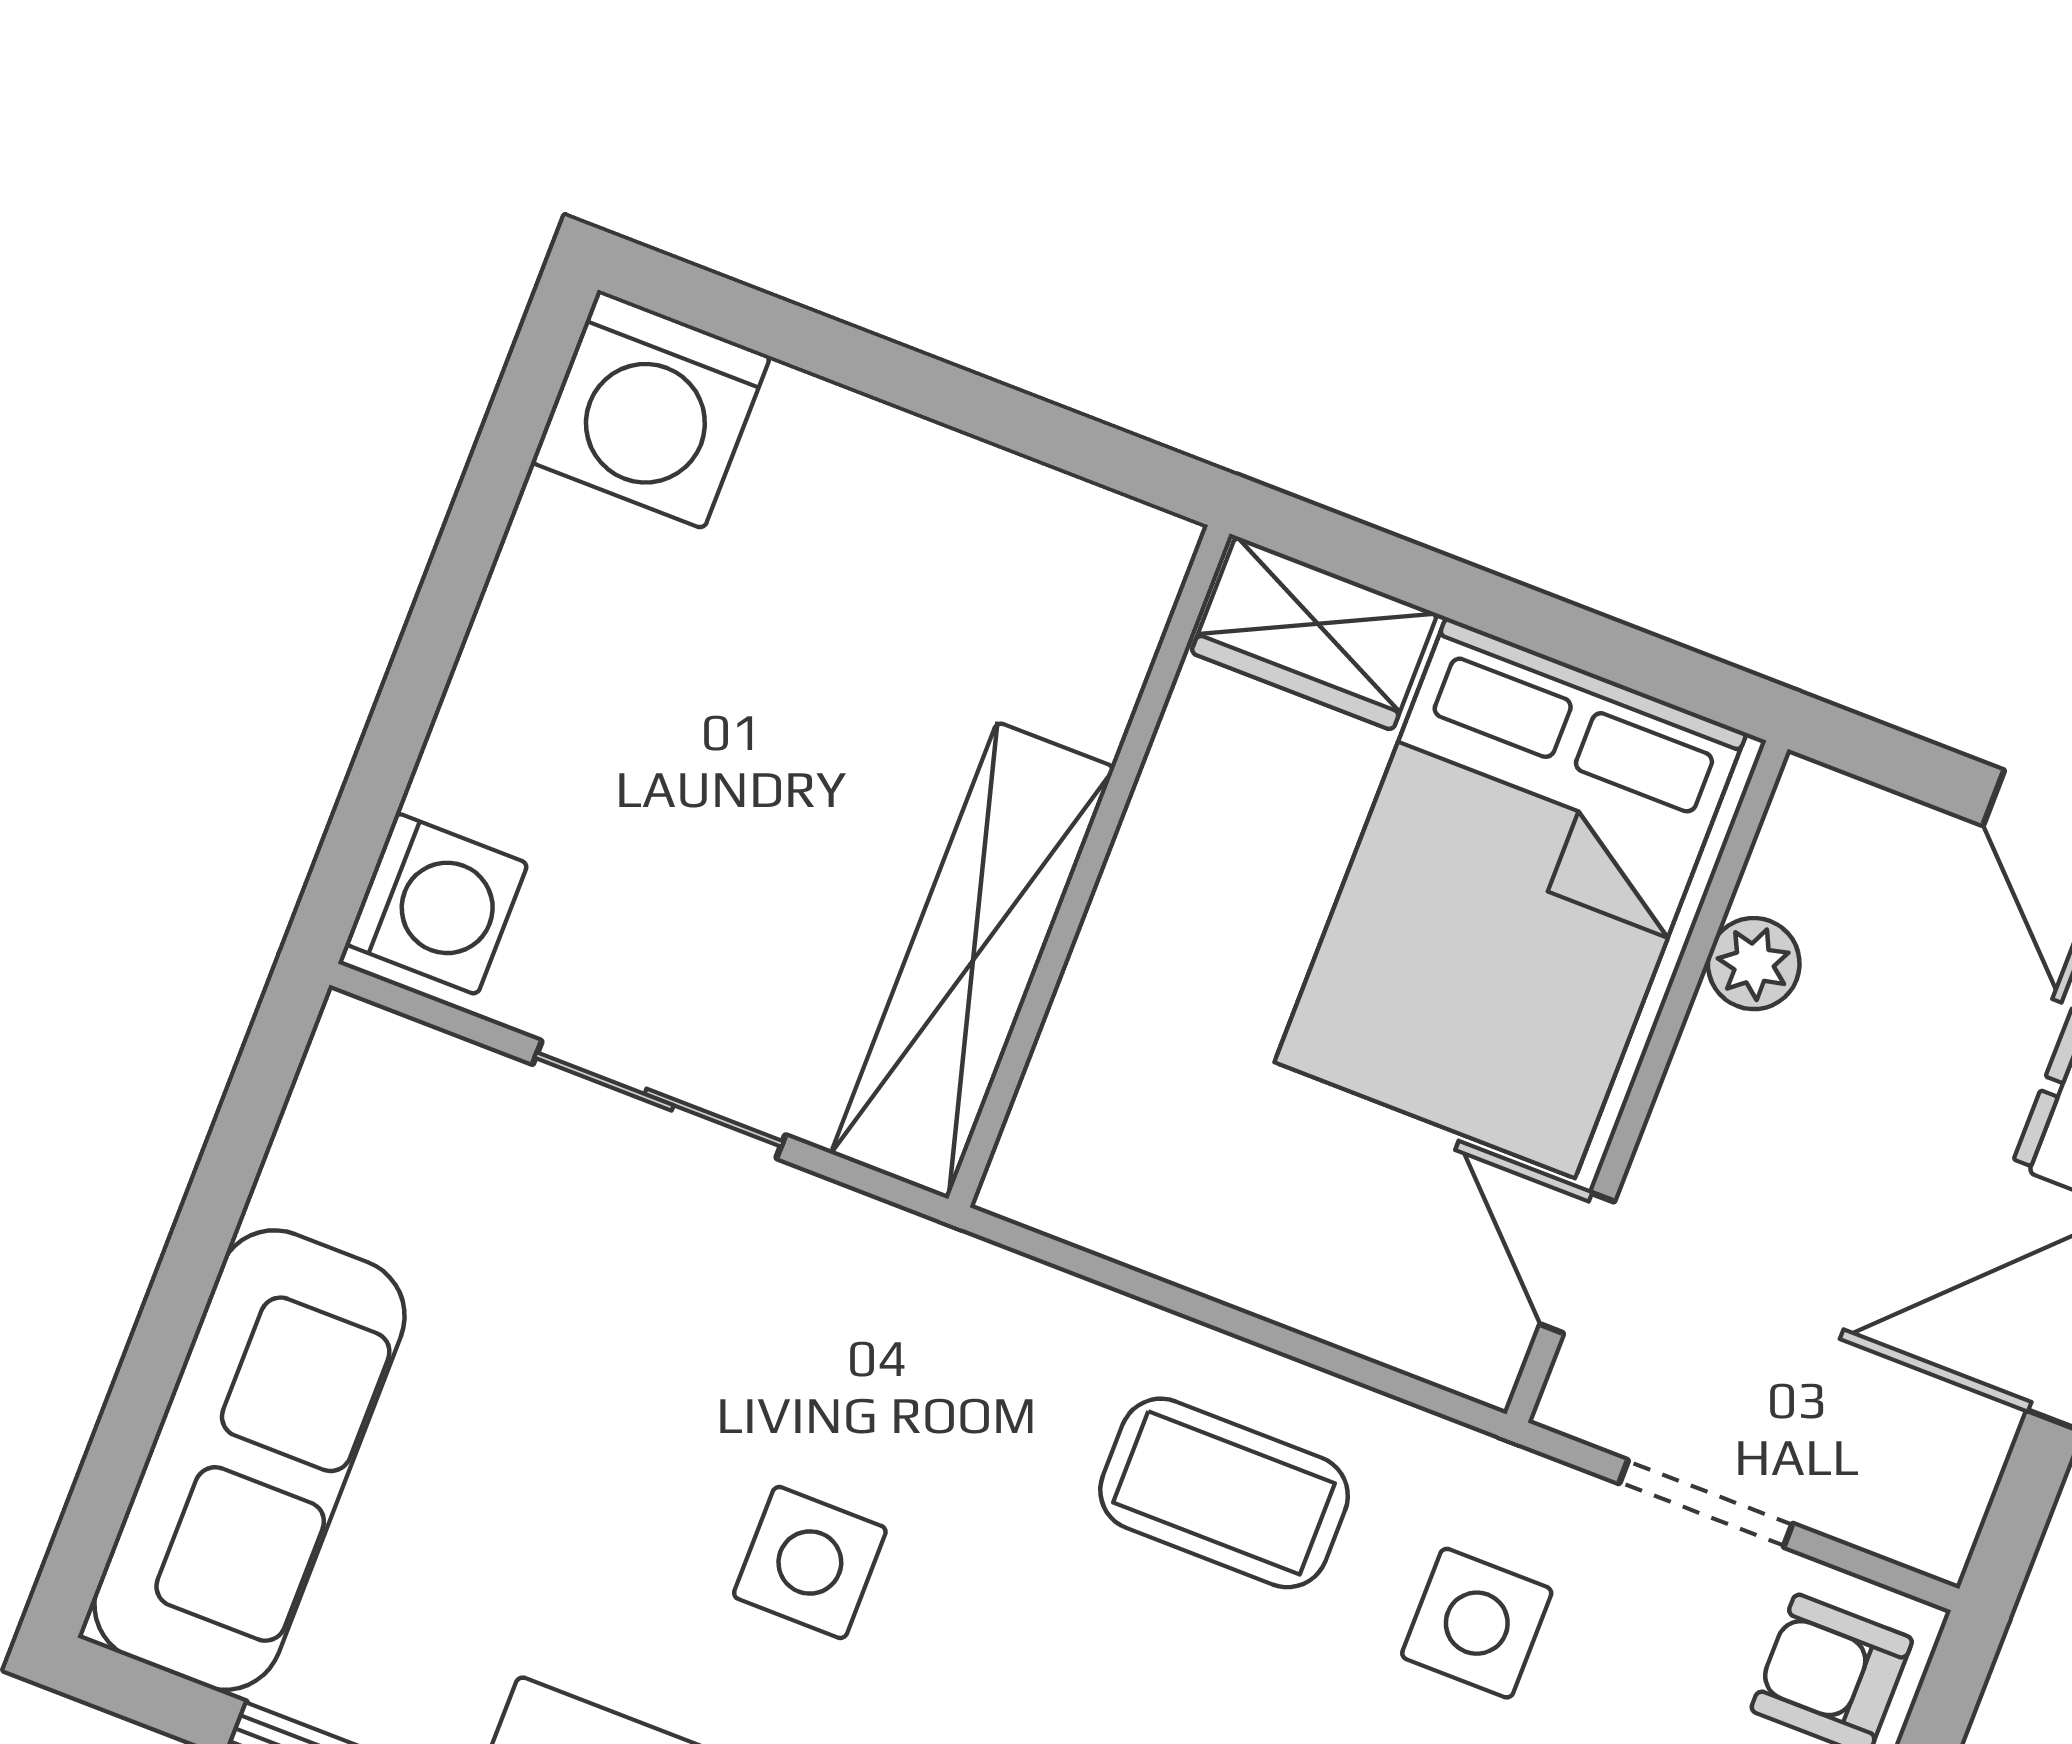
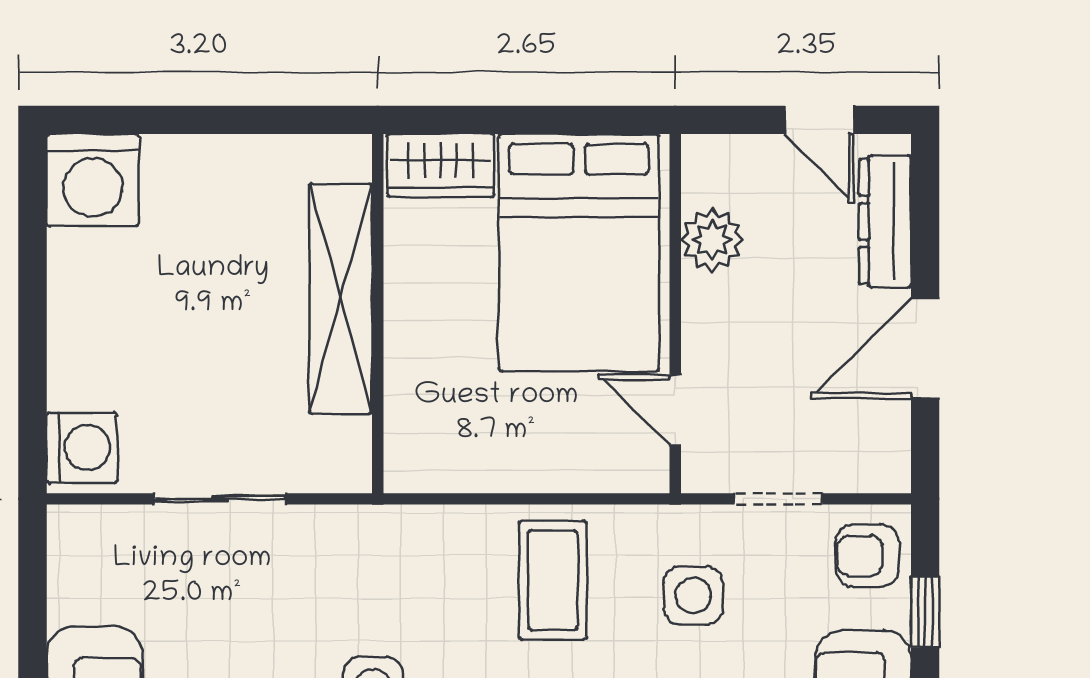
shelving: (973, 960) -> (341, 299), moved
plant: (1754, 964) -> (712, 240), width x1.38, depth x1.38
coffee table: (1224, 1493) -> (553, 580), turned 90

